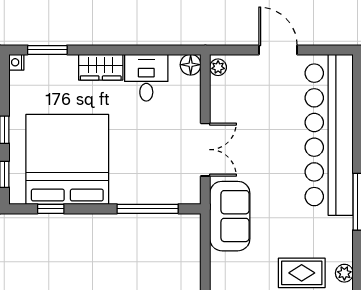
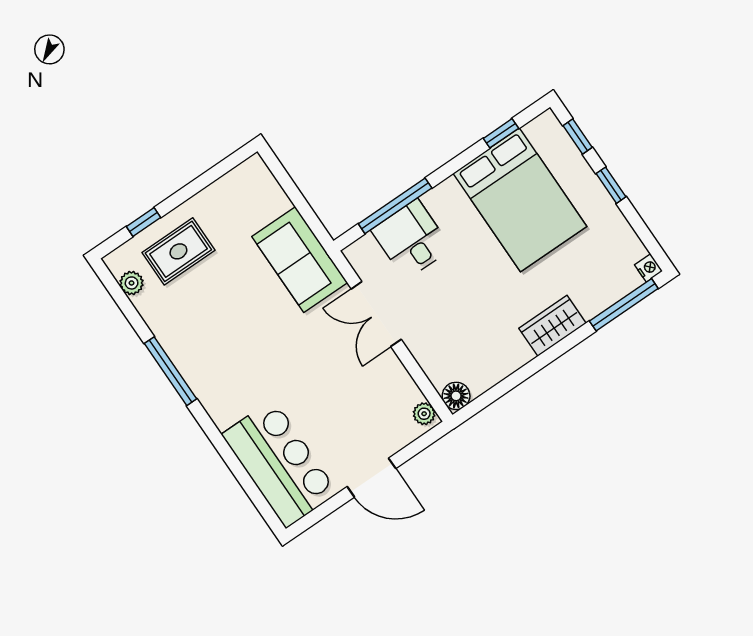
window: (47, 50) -> (624, 305), width x1.44
desk: (146, 78) -> (411, 239), moved, turned 180
bar counter: (329, 135) -> (280, 464), width x0.54
bed: (67, 159) -> (520, 200), width x0.73

